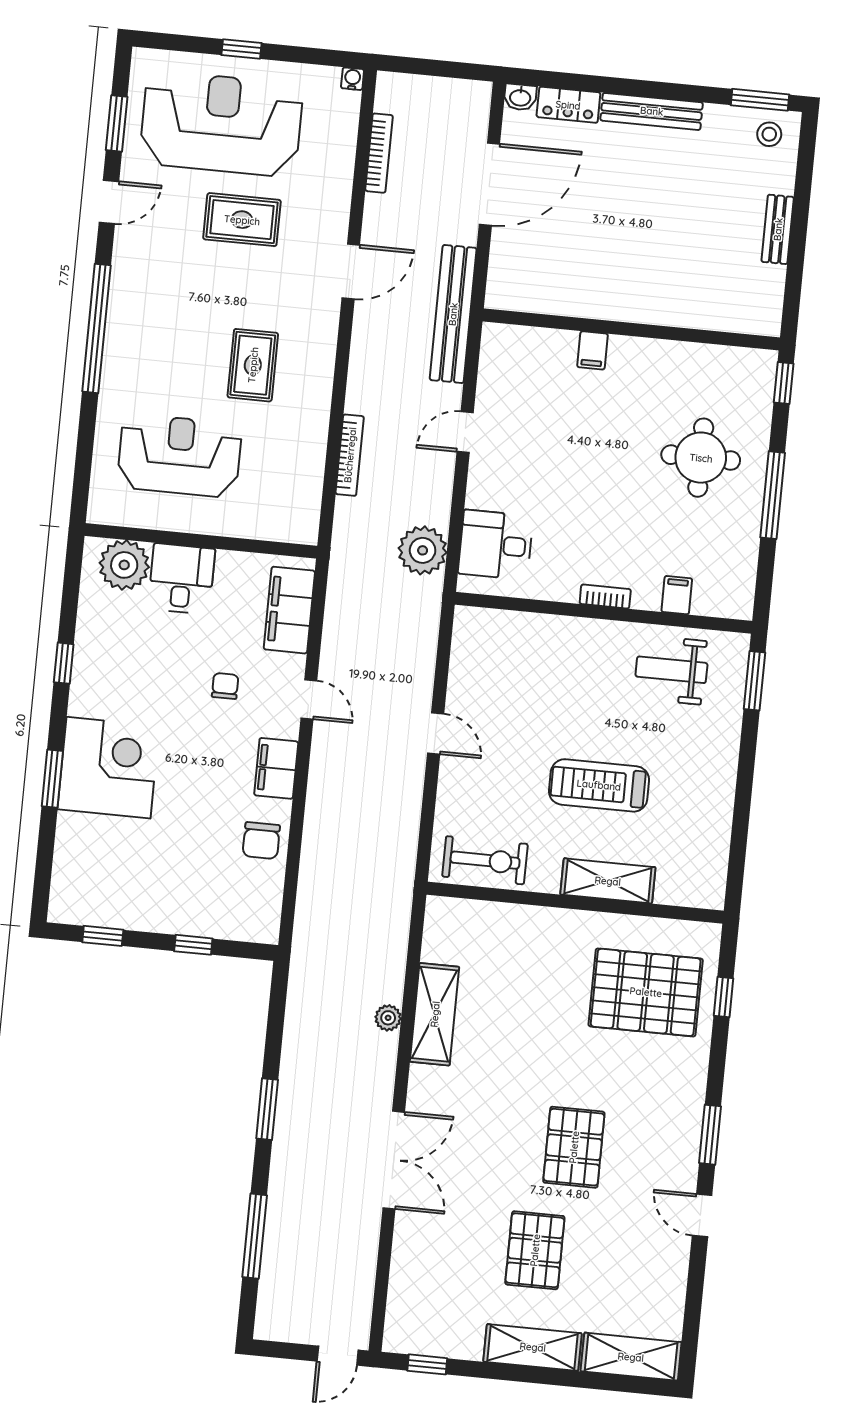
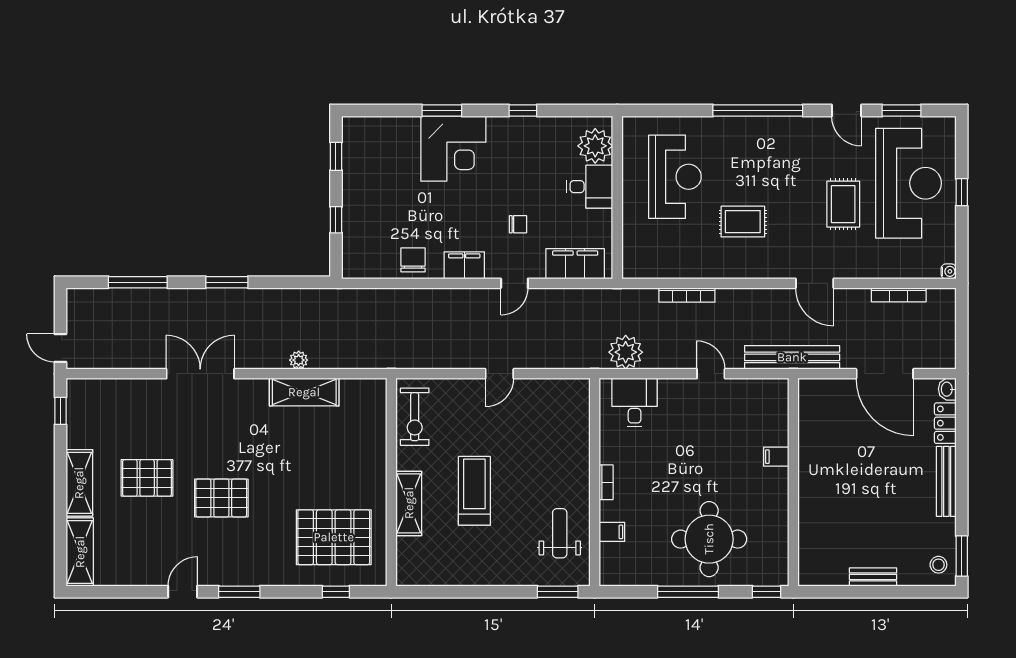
round table: (701, 458) -> (709, 539), width x1.36, depth x1.36
chair: (261, 841) -> (413, 260), turned 90
pallet: (646, 992) -> (334, 537), turned 90
double door: (394, 1160) -> (200, 374), swing flipped

